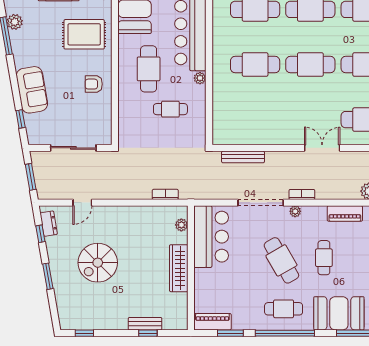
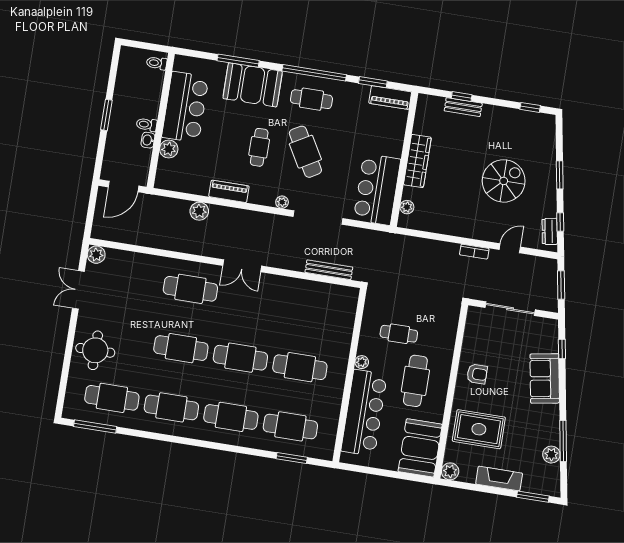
bookcase: (165, 194) -> (474, 252), moved
bookcase: (302, 194) -> (272, 219), removed

